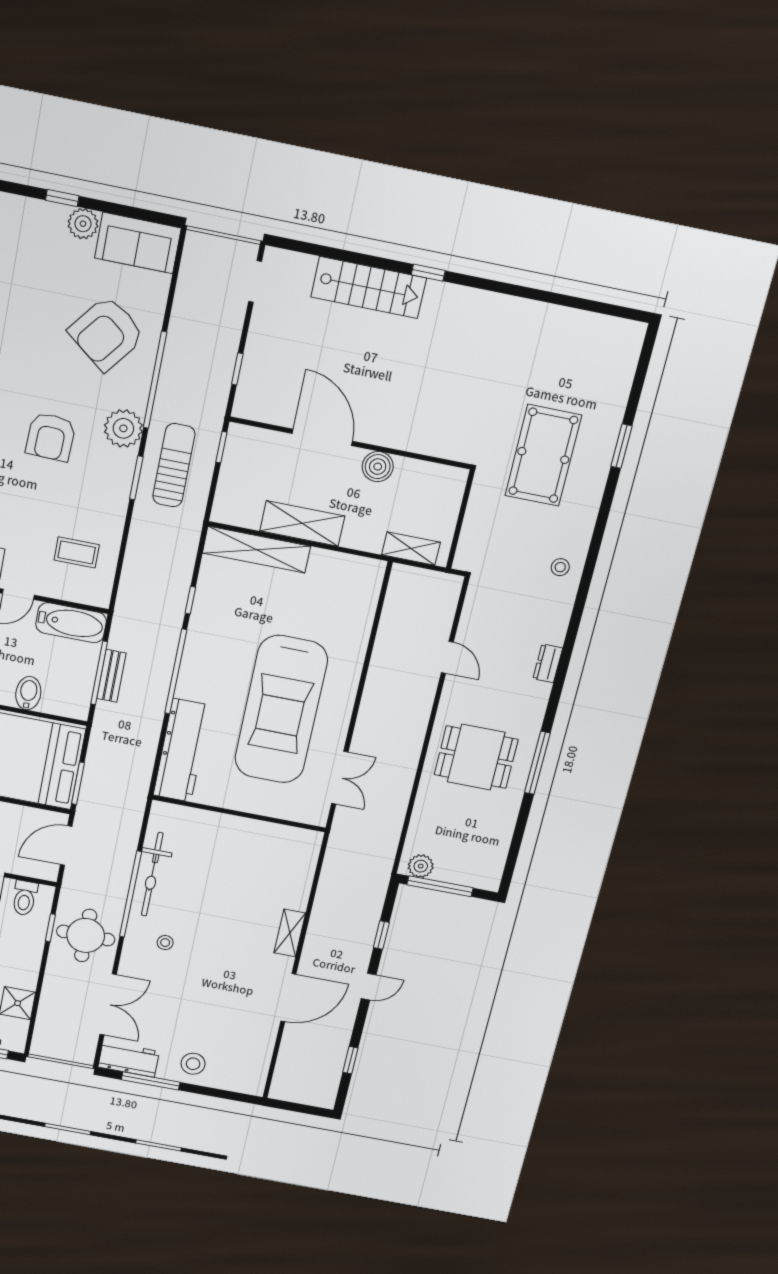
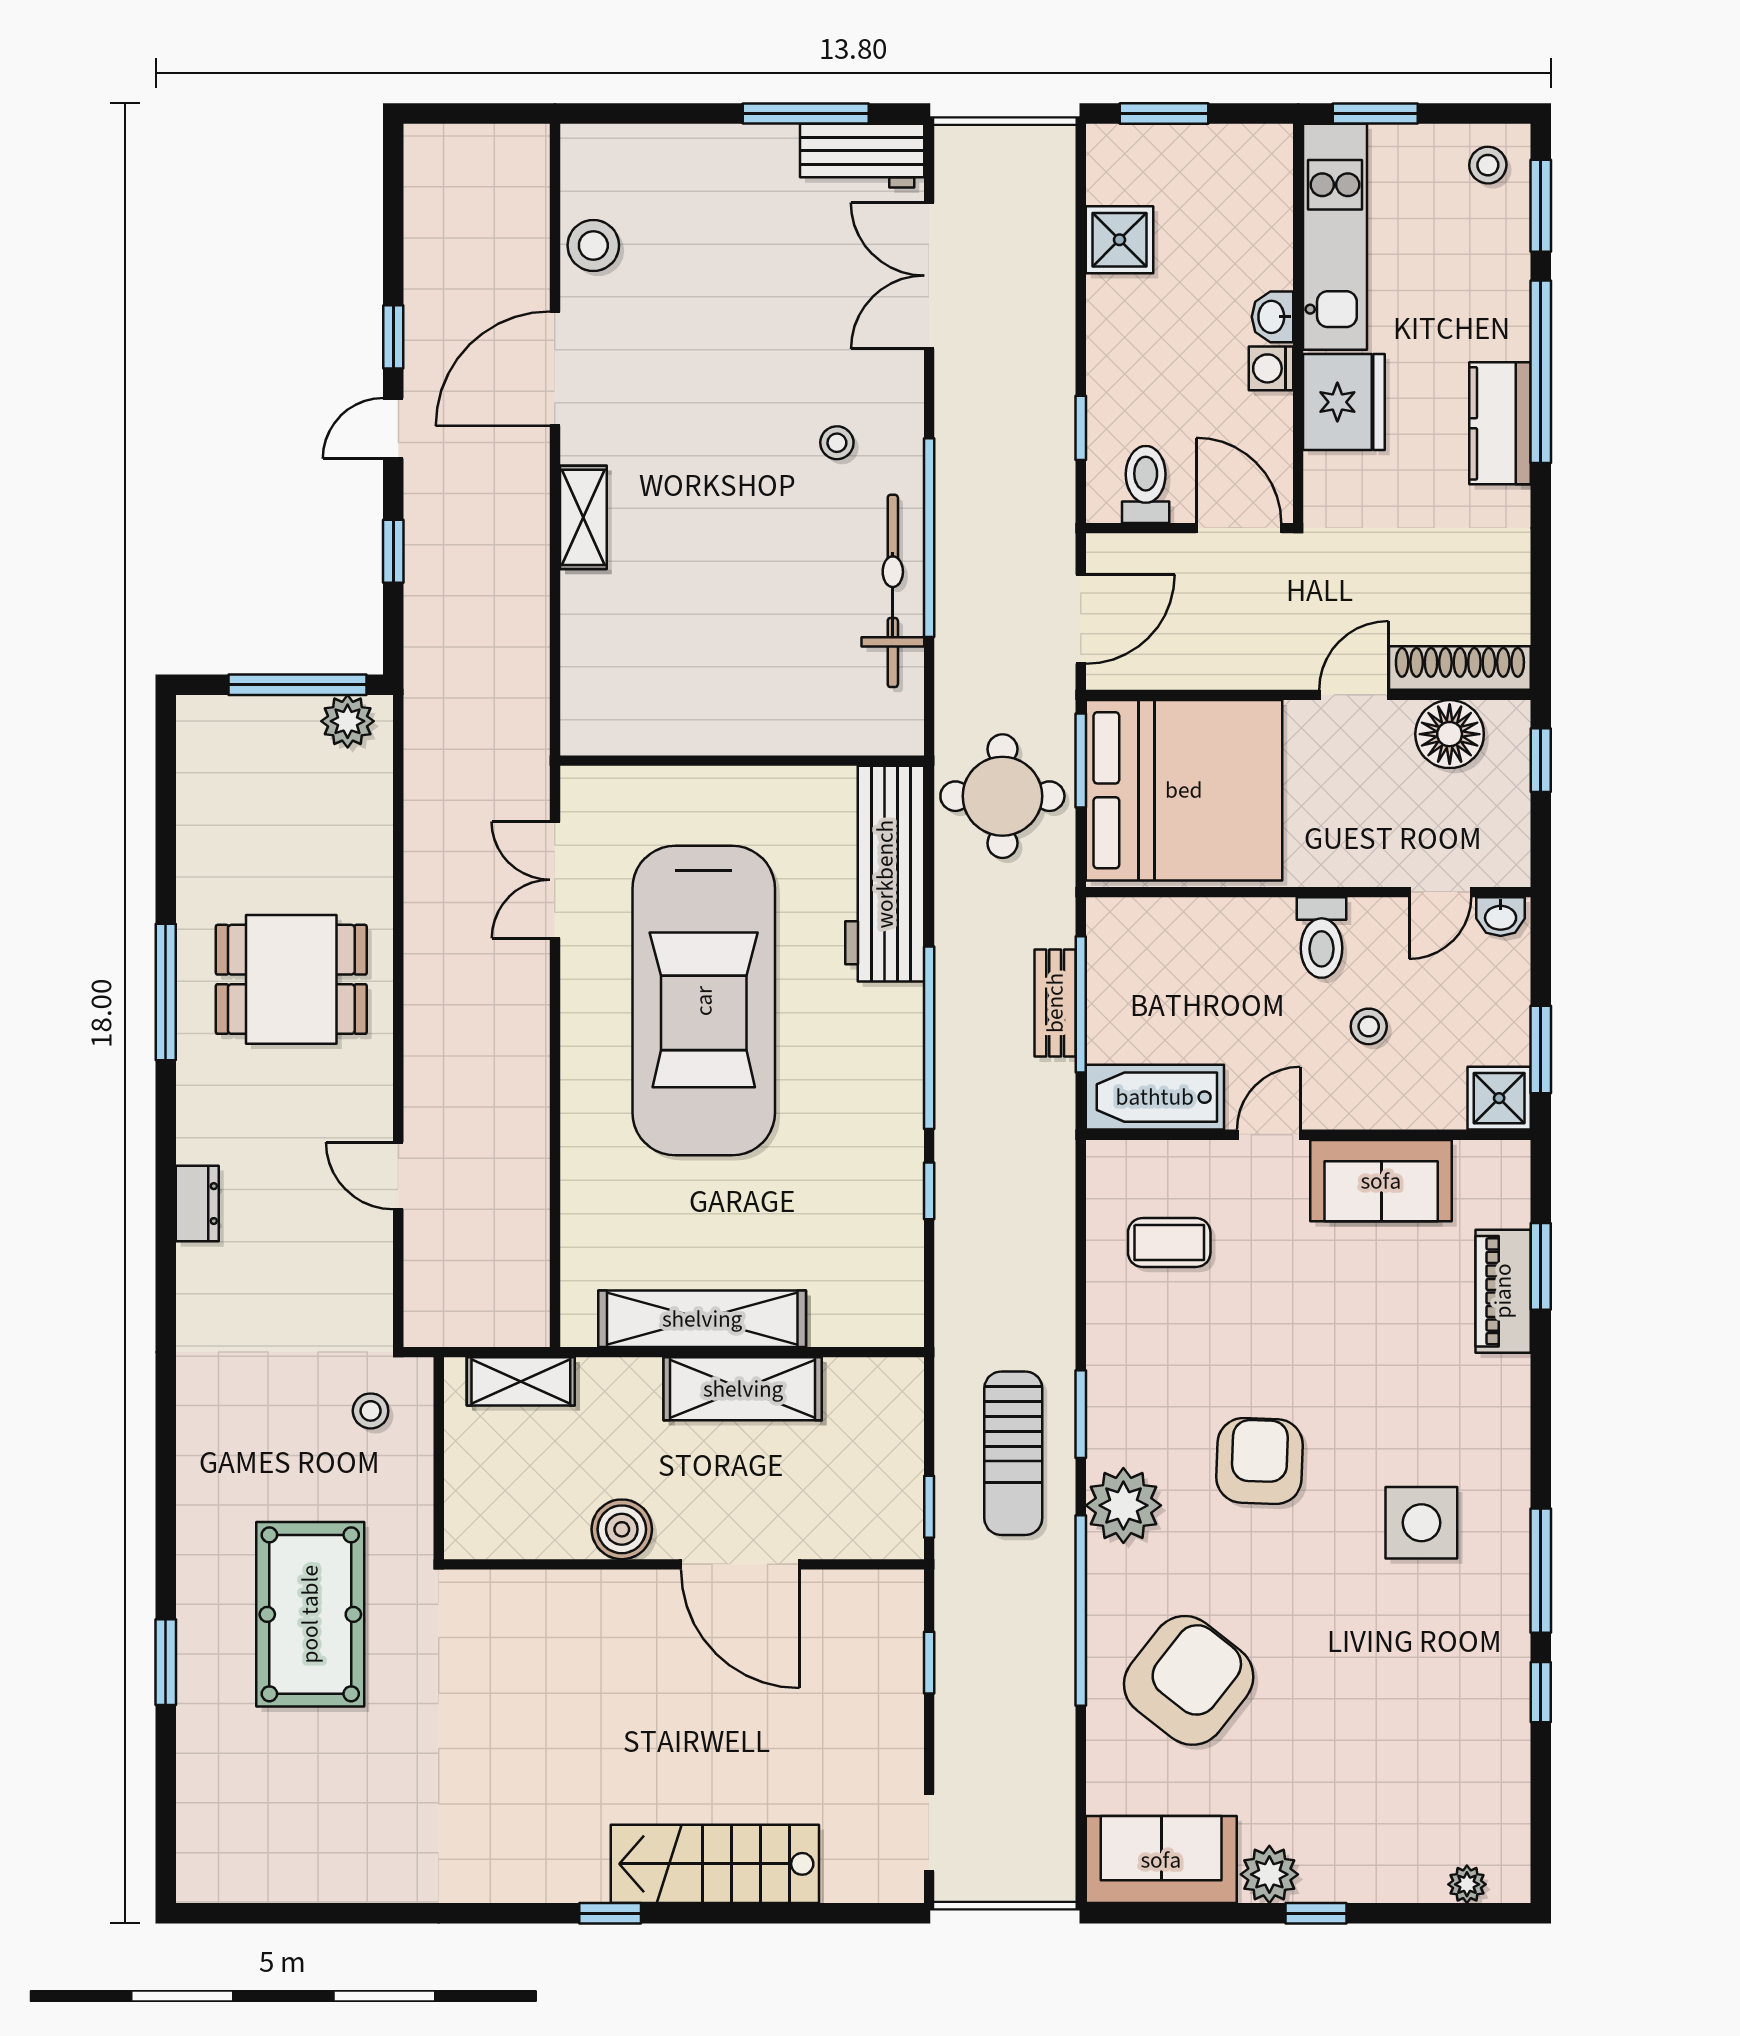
shelving: (257, 550) -> (702, 1319), moved
stool: (560, 567) -> (371, 1411), moved
bidet: (28, 693) -> (1214, 933), removed
car: (281, 710) -> (704, 1001), turned 180
round table: (86, 935) -> (1002, 796), moved
window: (350, 1060) -> (393, 337), moved
stool: (193, 1064) -> (593, 245), moved

